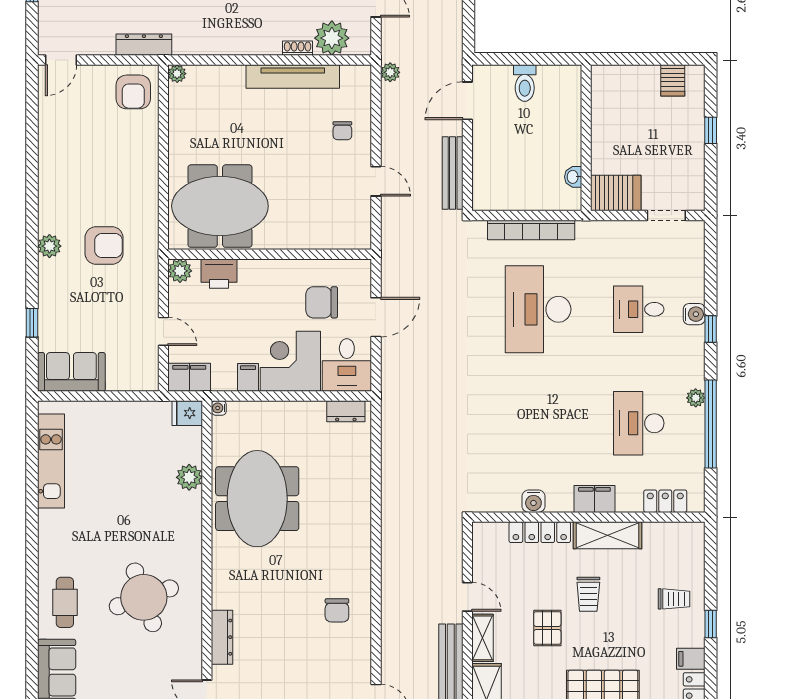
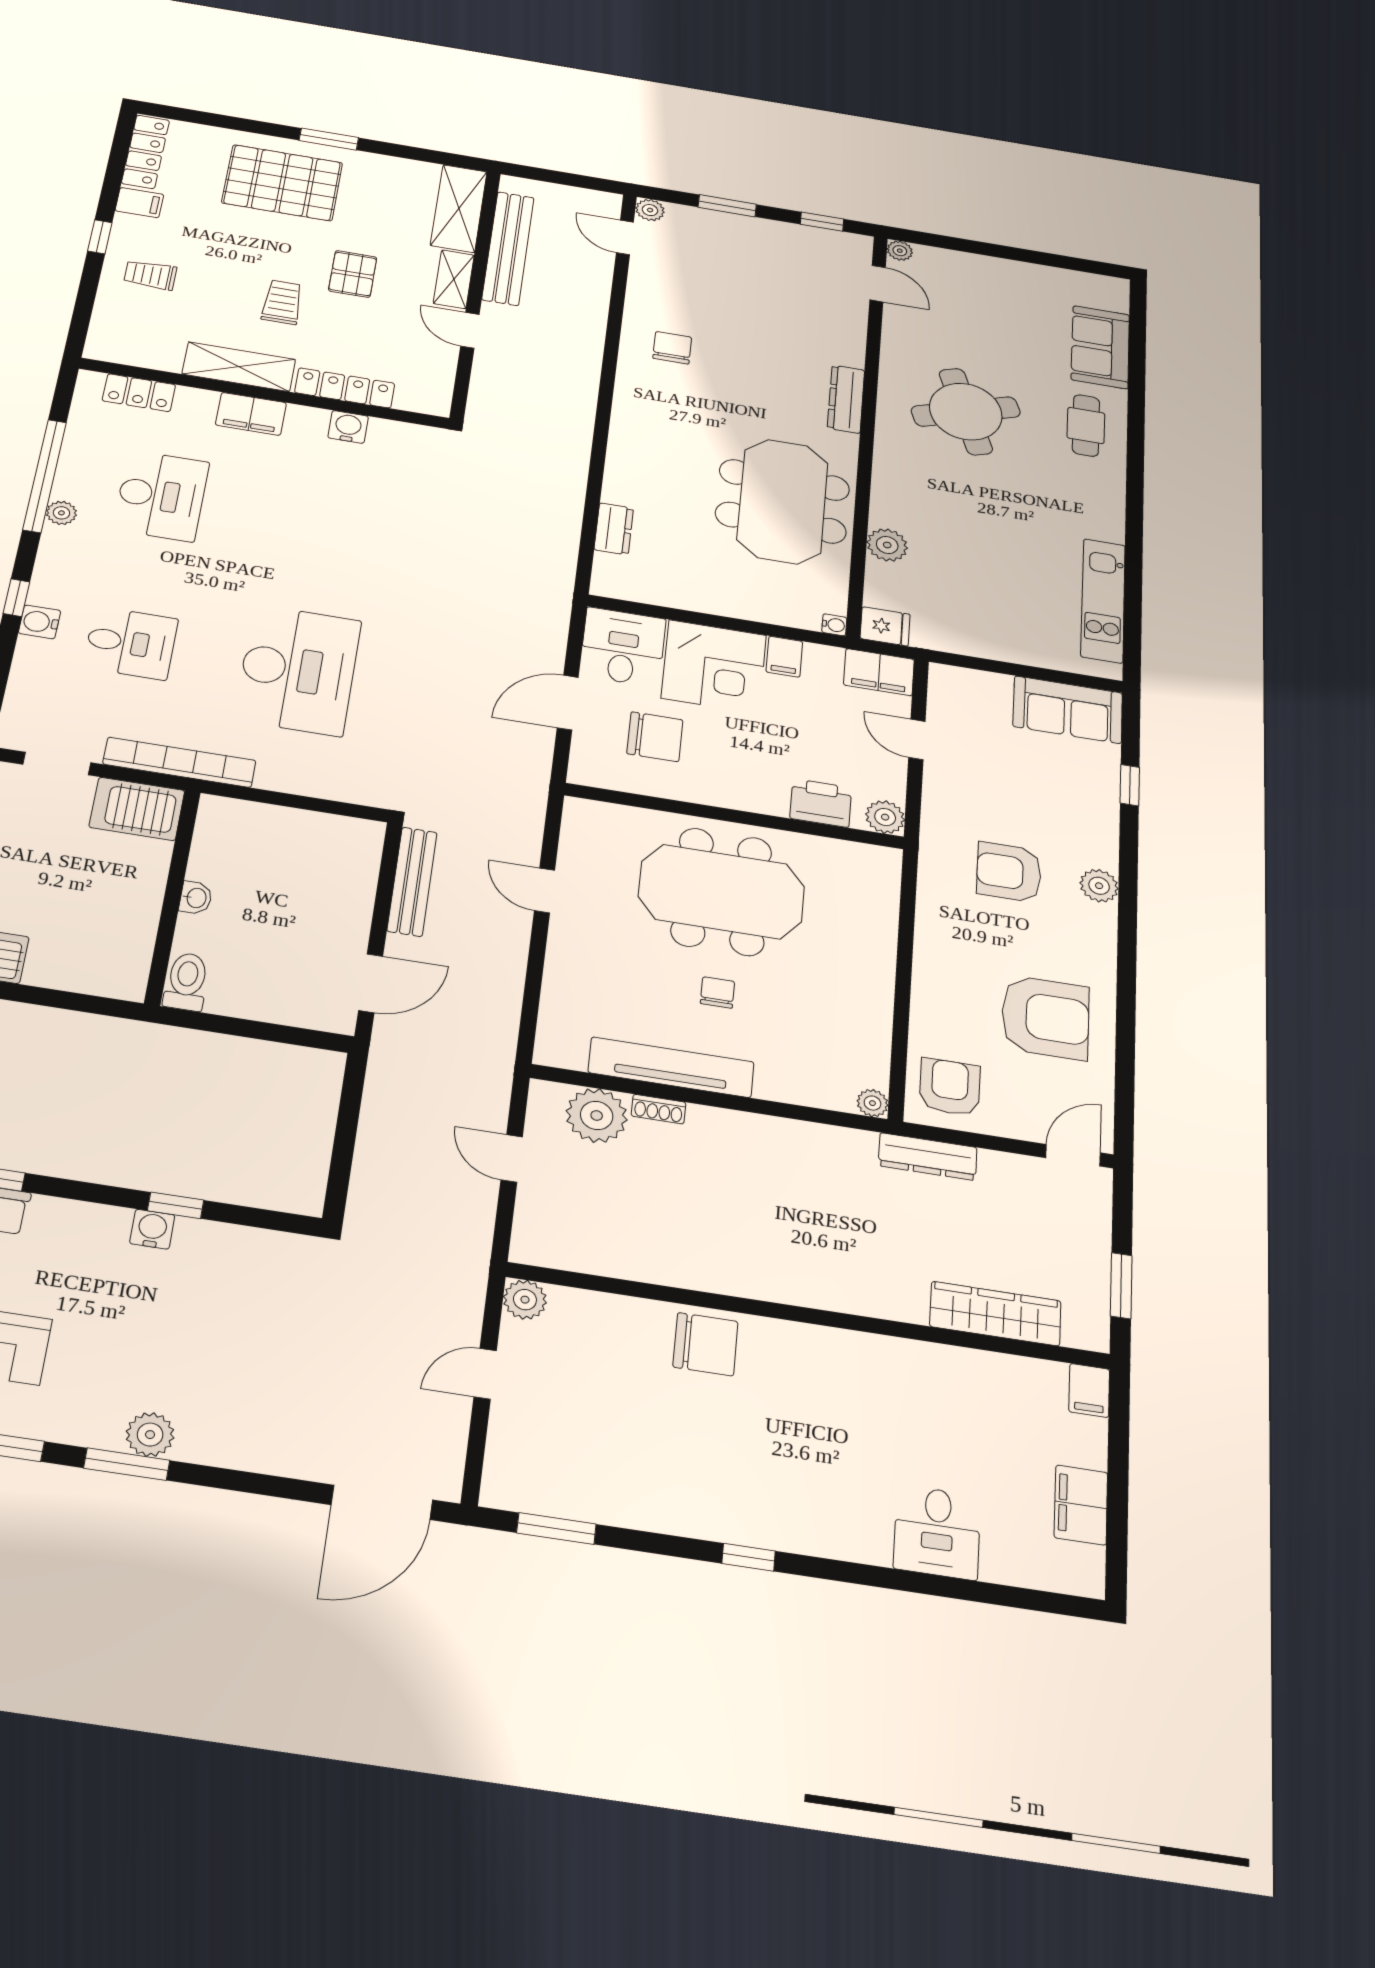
plant: (390, 72) -> (500, 1047), removed
toilet: (525, 83) -> (187, 982), moved
chair: (342, 131) -> (717, 992), moved
armchair: (79, 149) -> (1045, 1017), added
washbasin: (573, 177) -> (196, 898), moved
meeting table: (220, 206) -> (721, 892), moved
bookcase: (531, 230) -> (179, 762), moved
dresser: (346, 411) -> (614, 529), moved, turned 90
dresser: (222, 637) -> (846, 399), moved

